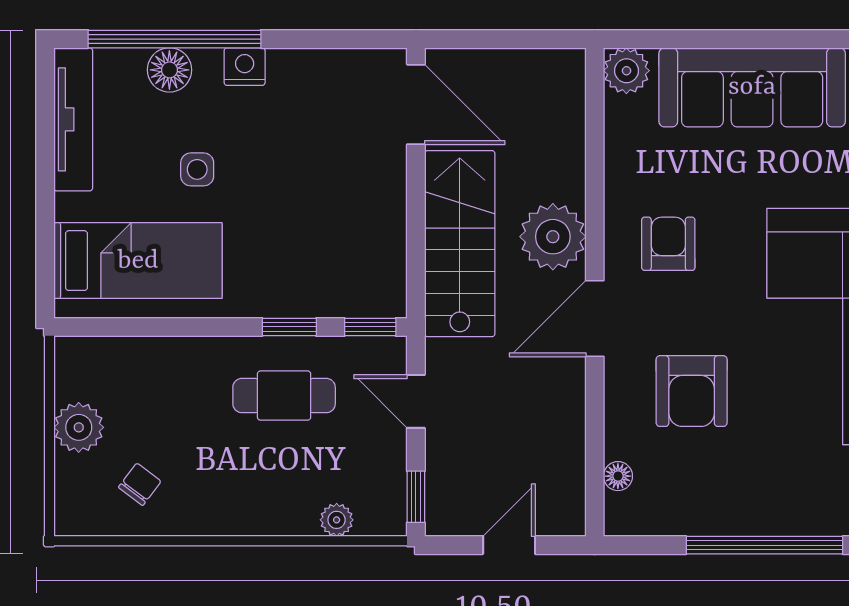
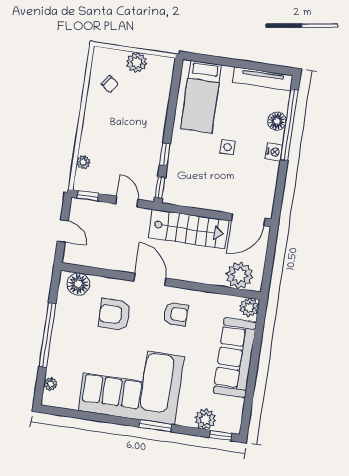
side table: (197, 169) -> (228, 147), moved
plant: (553, 237) -> (239, 275), moved
cafe table: (284, 396) -> (137, 148), removed
door: (416, 401) -> (127, 202), hinge flipped
floor lamp: (618, 476) -> (78, 284), width x1.89, depth x1.89

